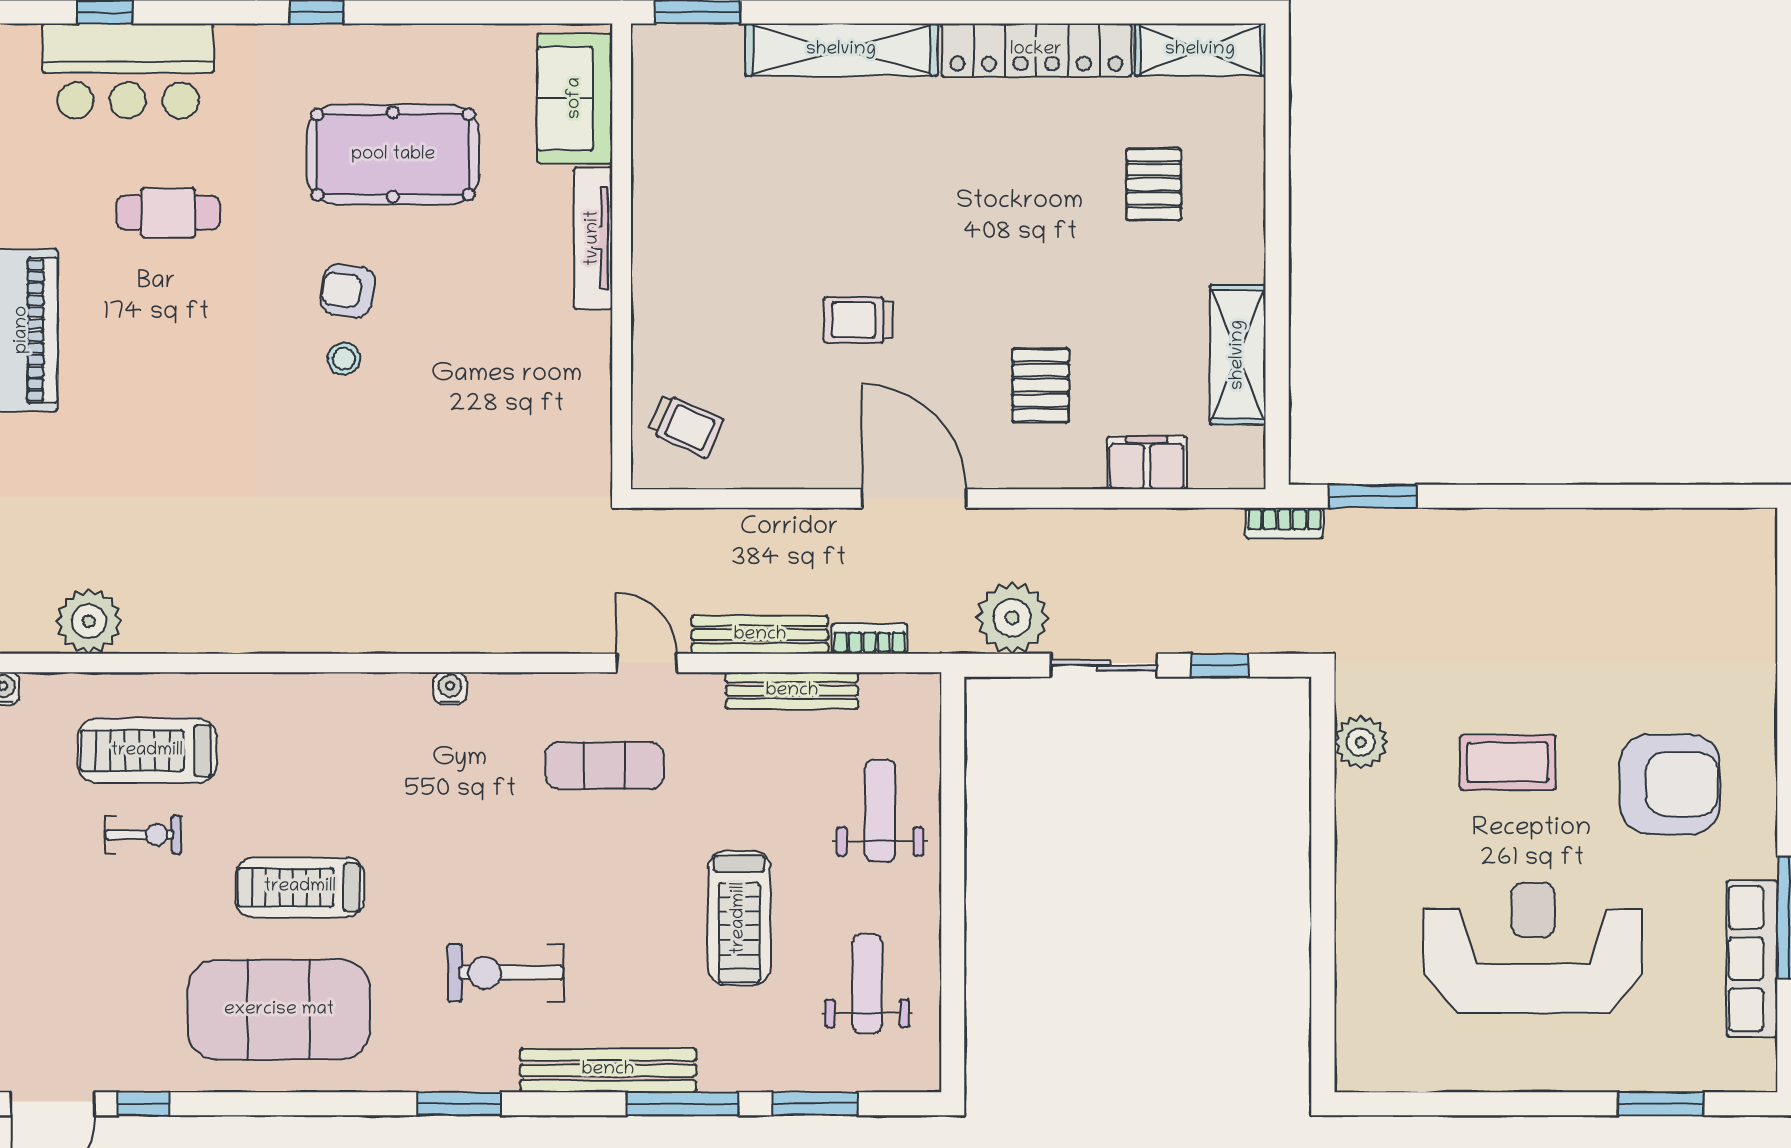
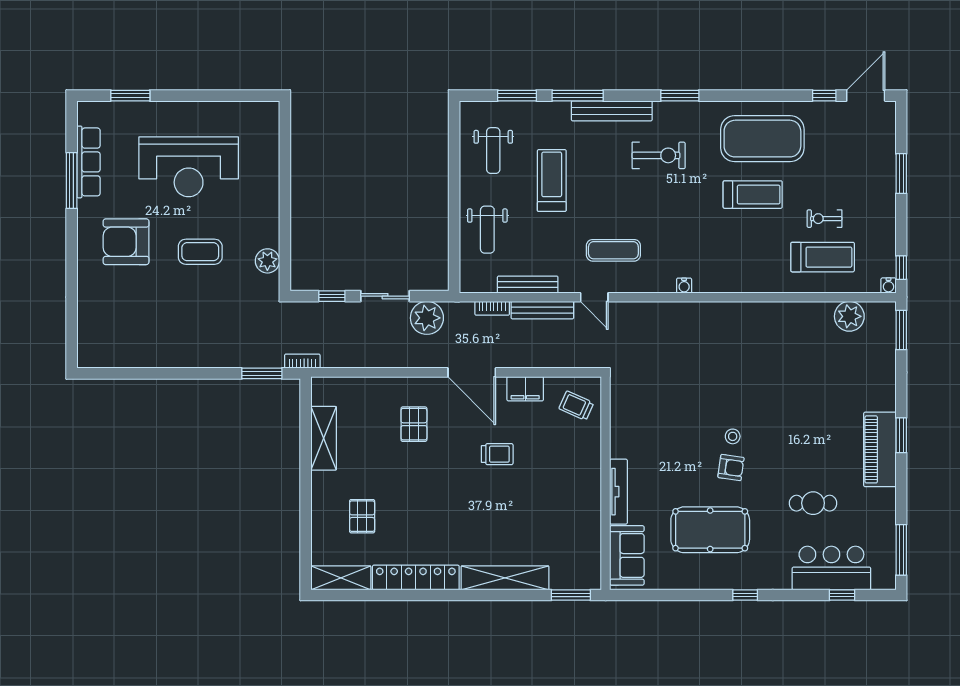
filing cabinet: (1147, 463) -> (525, 389), moved

